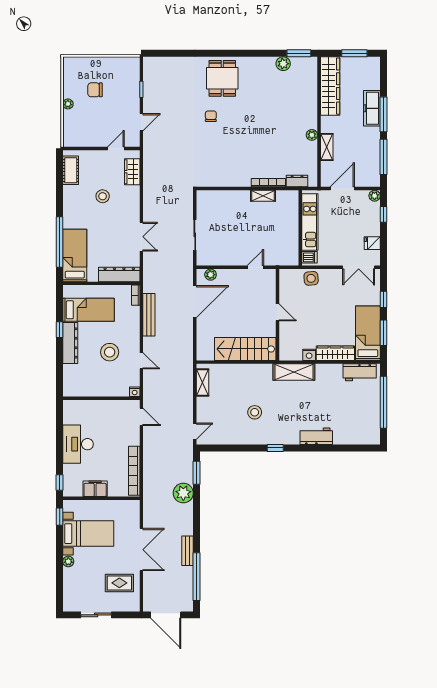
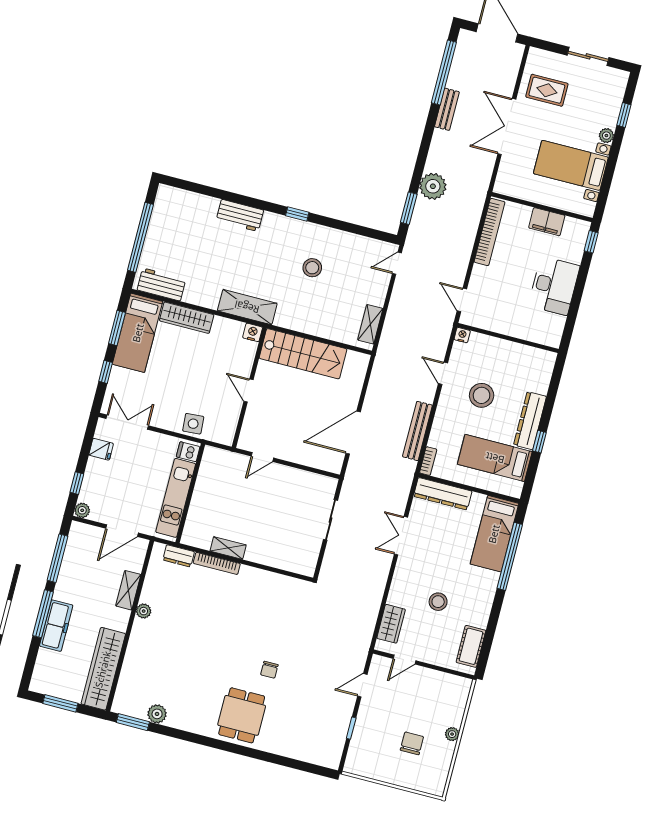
chair: (95, 90) -> (412, 743), turned -90
plant: (211, 275) -> (323, 463), removed
nightstand: (309, 355) -> (253, 332), moved
window: (60, 517) -> (624, 115), moved

